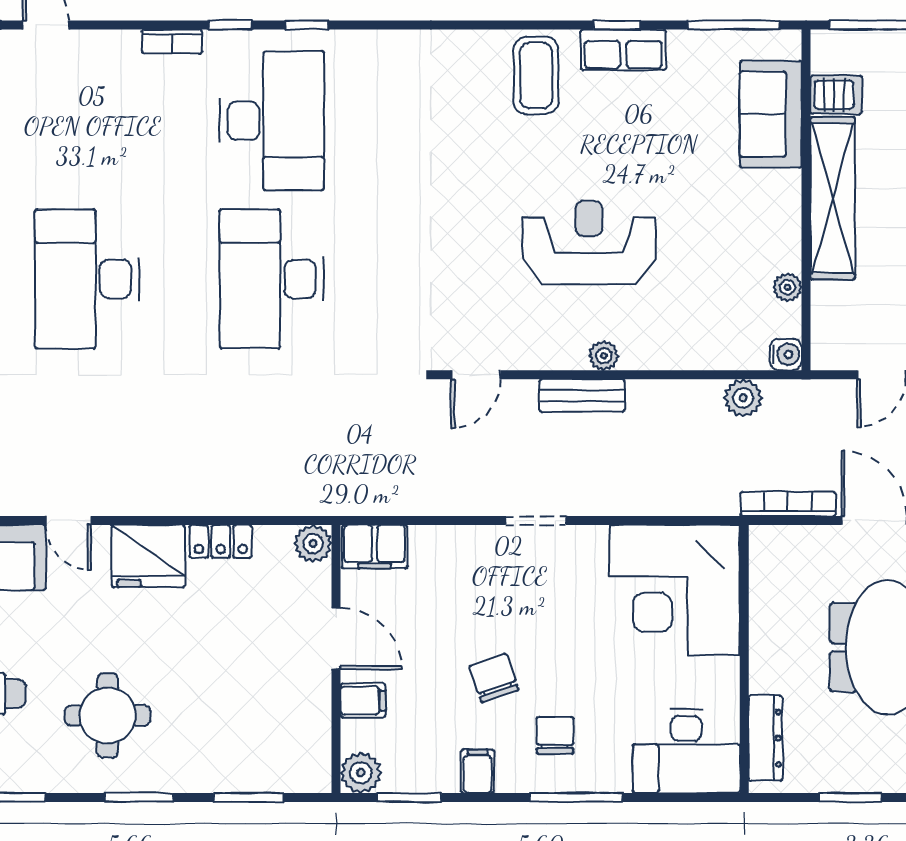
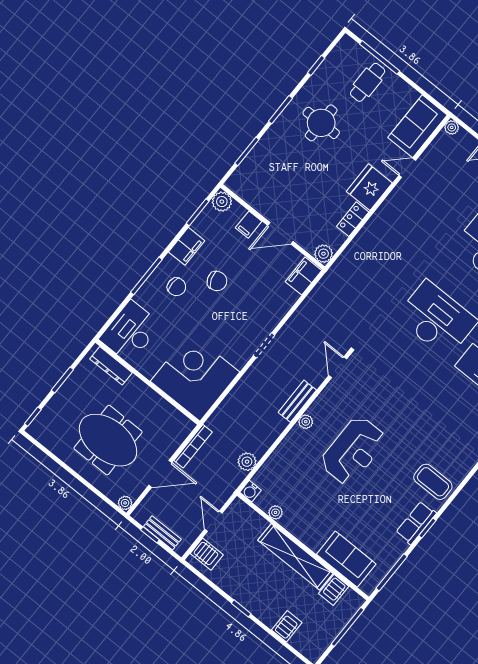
filing cabinet: (478, 771) -> (187, 246), width x2.00

